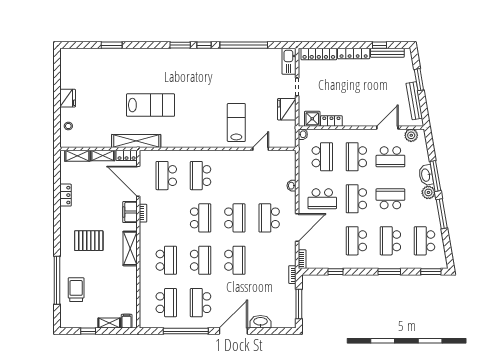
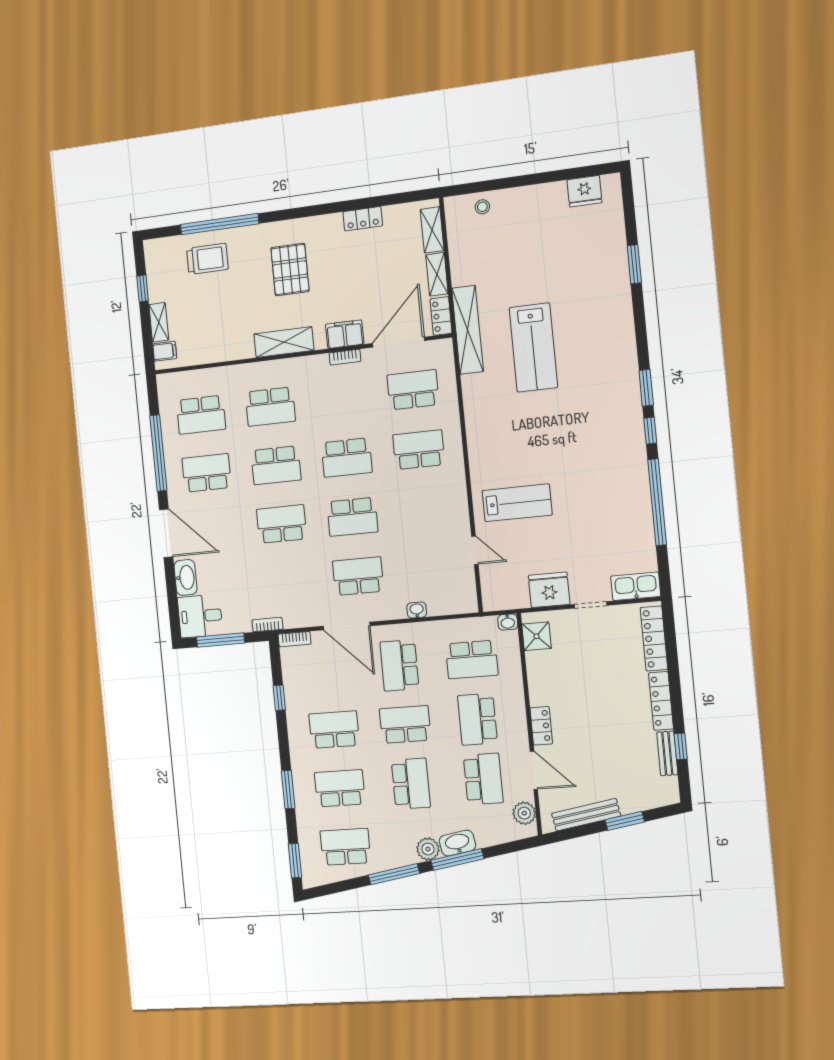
bench: (387, 53) -> (667, 753), width x0.73
fridge: (68, 98) -> (584, 191), moved
locker: (331, 121) -> (541, 726), moved
school desk: (356, 157) -> (477, 719), turned -90
school desk: (390, 157) -> (483, 779), turned 180
school desk: (235, 260) -> (282, 524), turned 180
desk: (284, 315) -> (200, 616), added

